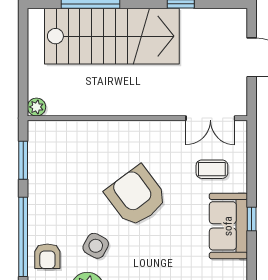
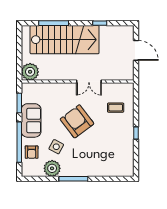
plant: (36, 107) -> (30, 72), width x1.88, depth x1.88
double door: (210, 118) -> (89, 81), moved
sofa: (228, 226) -> (31, 120), moved, turned 180

